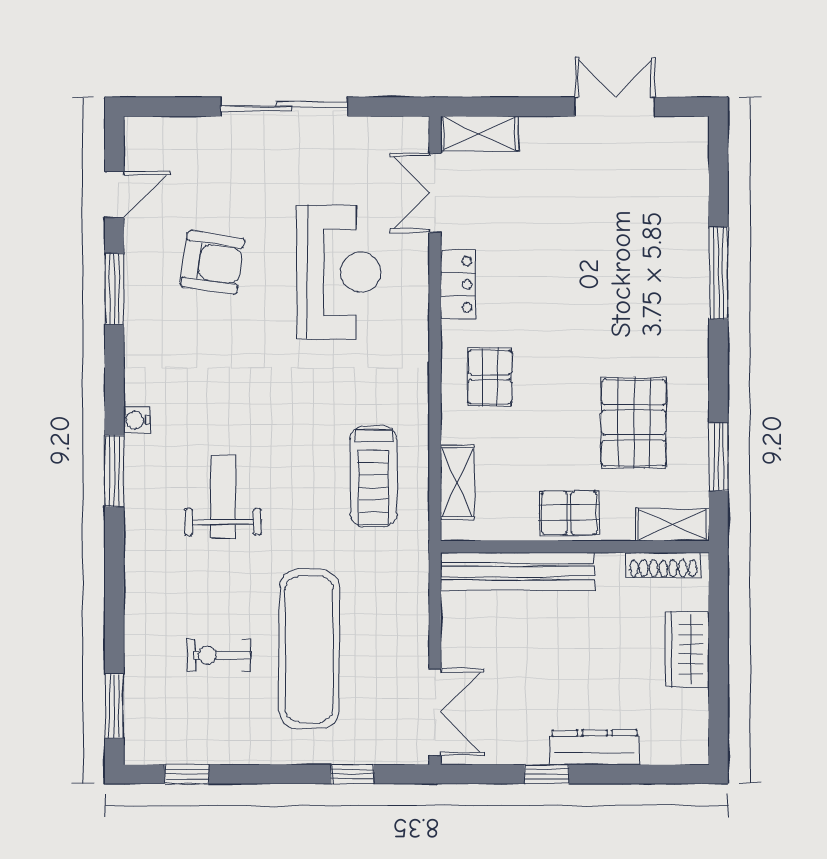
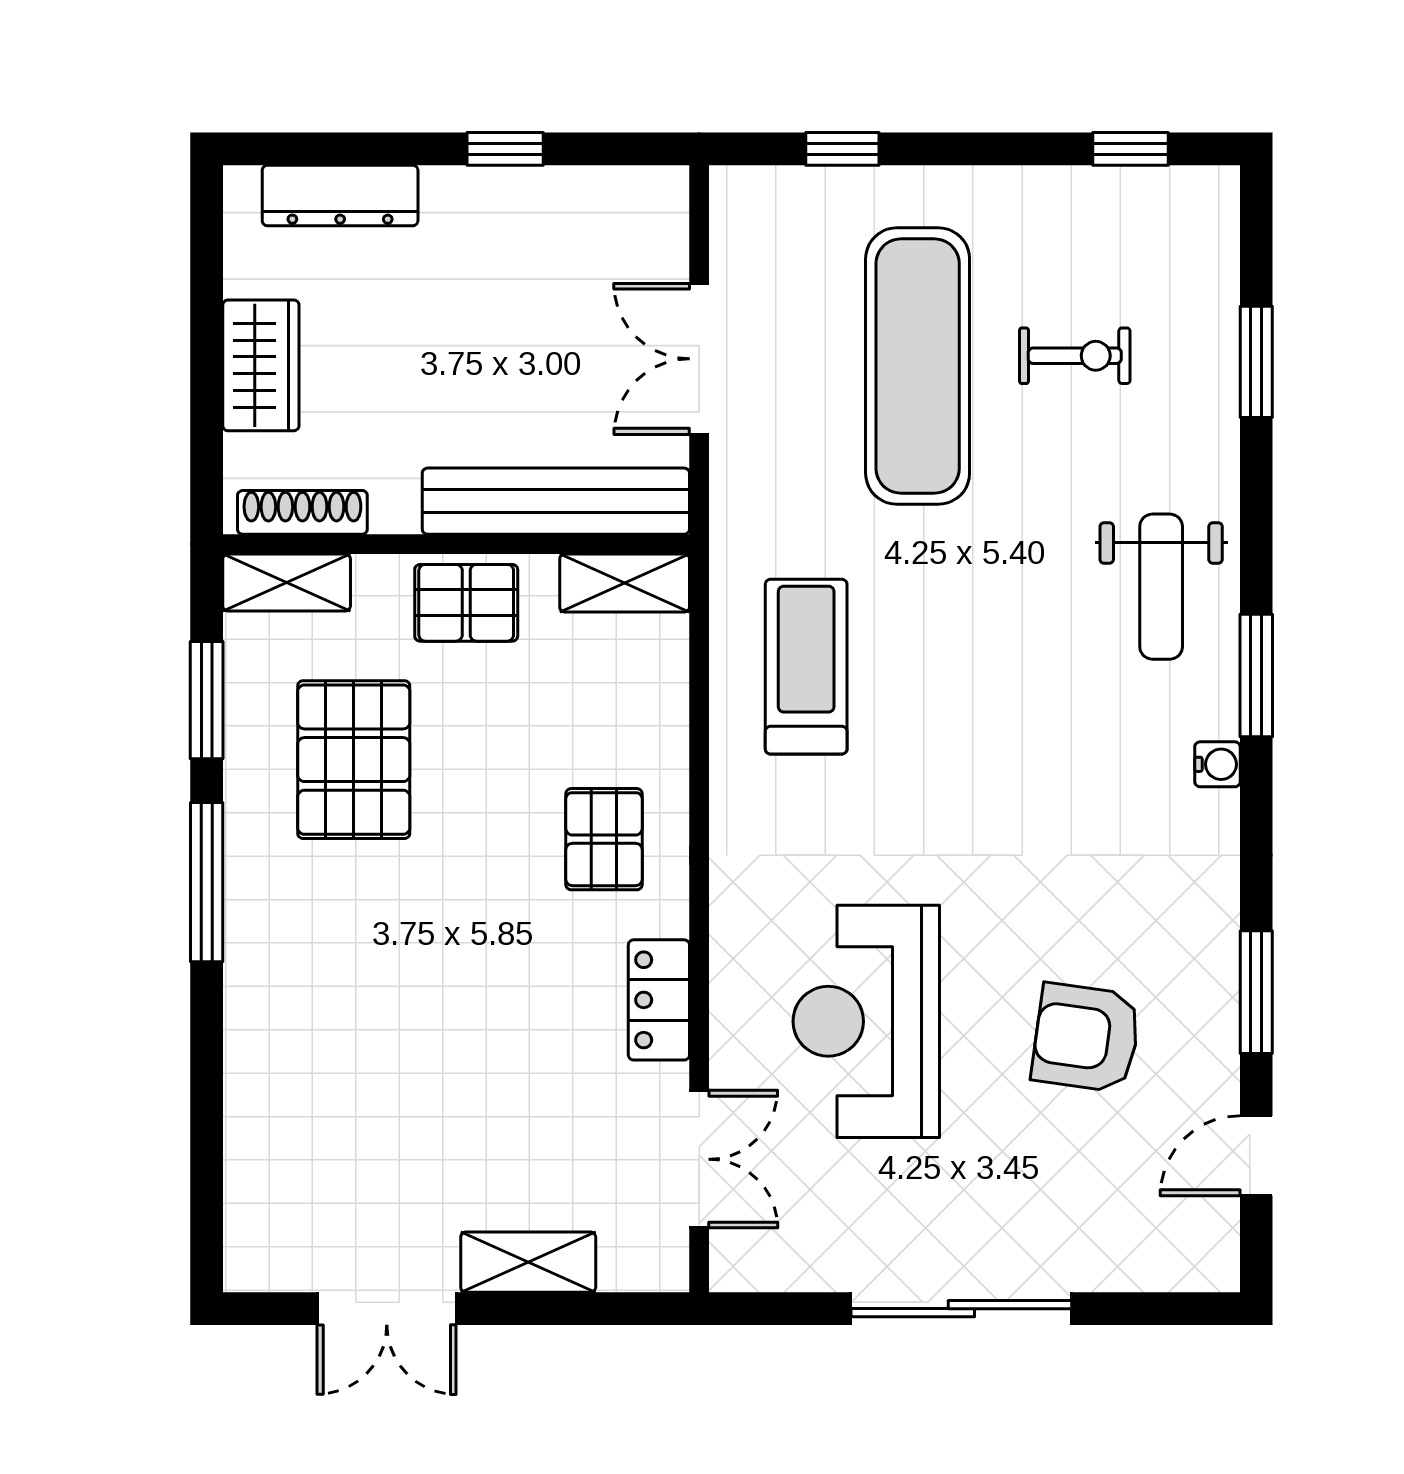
shelving: (479, 133) -> (528, 1262), moved
window: (718, 273) -> (207, 882), moved
shelving: (457, 482) -> (625, 583), moved, turned 90
weight bench: (223, 497) -> (1161, 587), moved
window: (114, 706) -> (1256, 362), moved
double door: (435, 712) -> (699, 359), moved
dresser: (595, 747) -> (340, 196), moved

